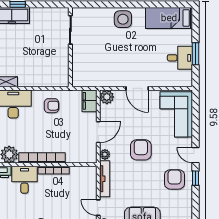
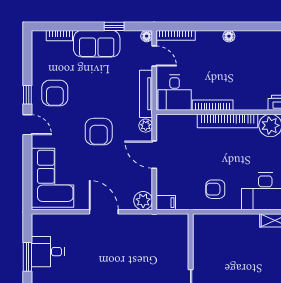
filing cabinet: (89, 101) -> (166, 203), width x0.50
door: (98, 132) -> (154, 155), hinge flipped
desk: (24, 180) -> (175, 93), moved

